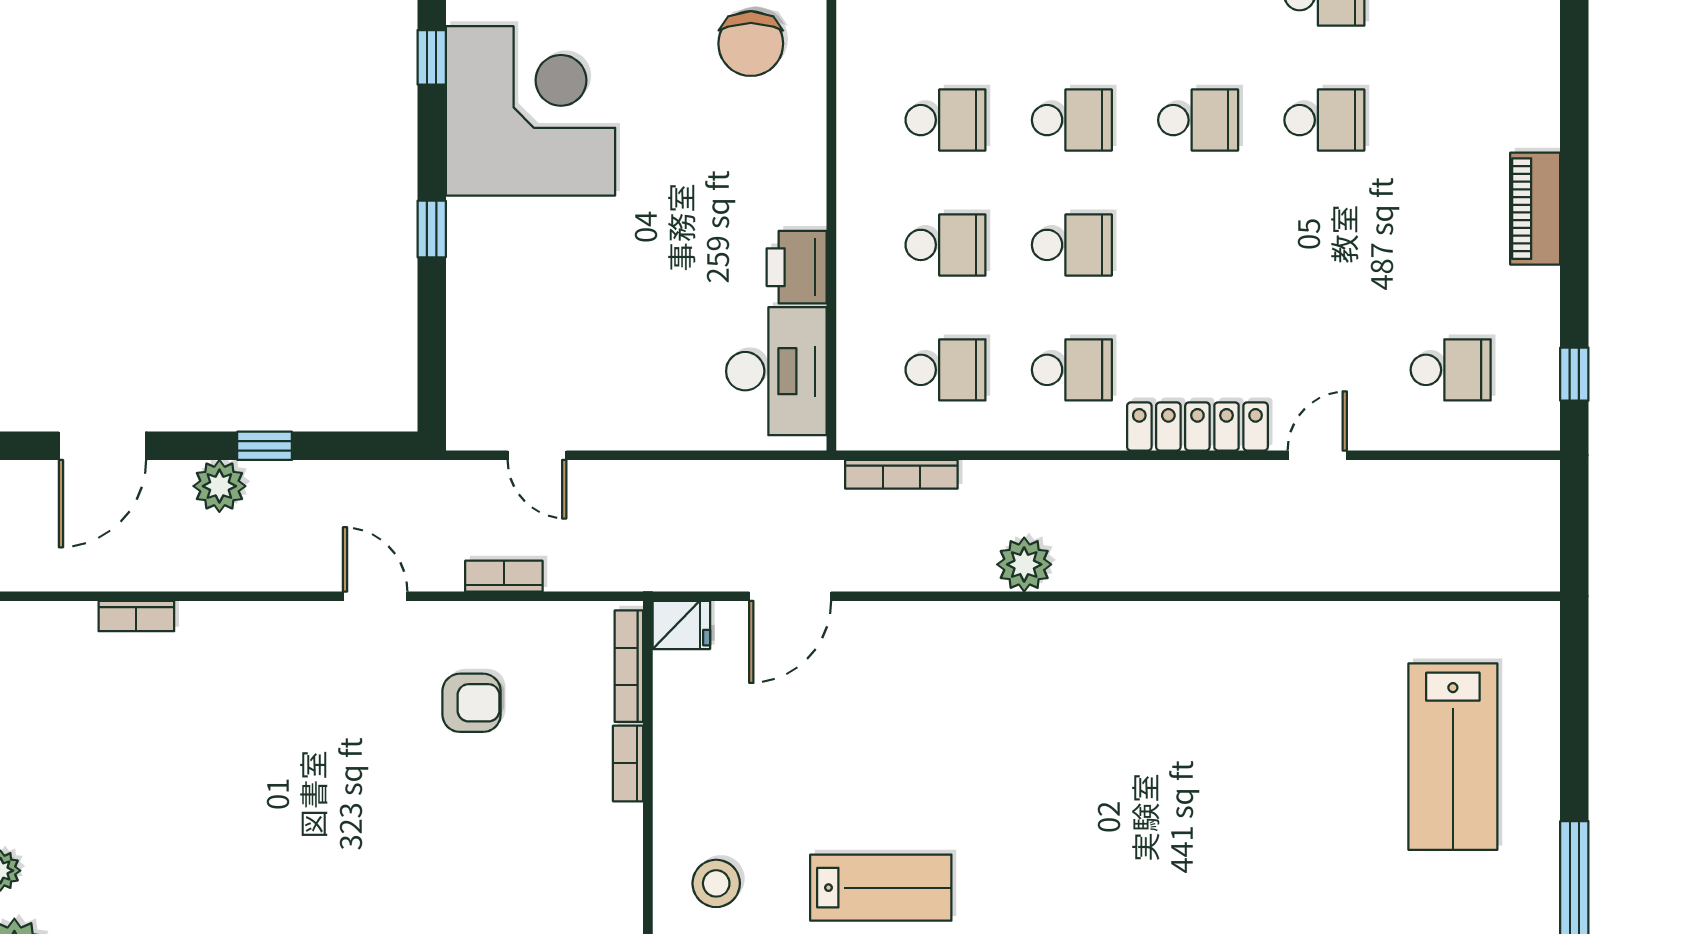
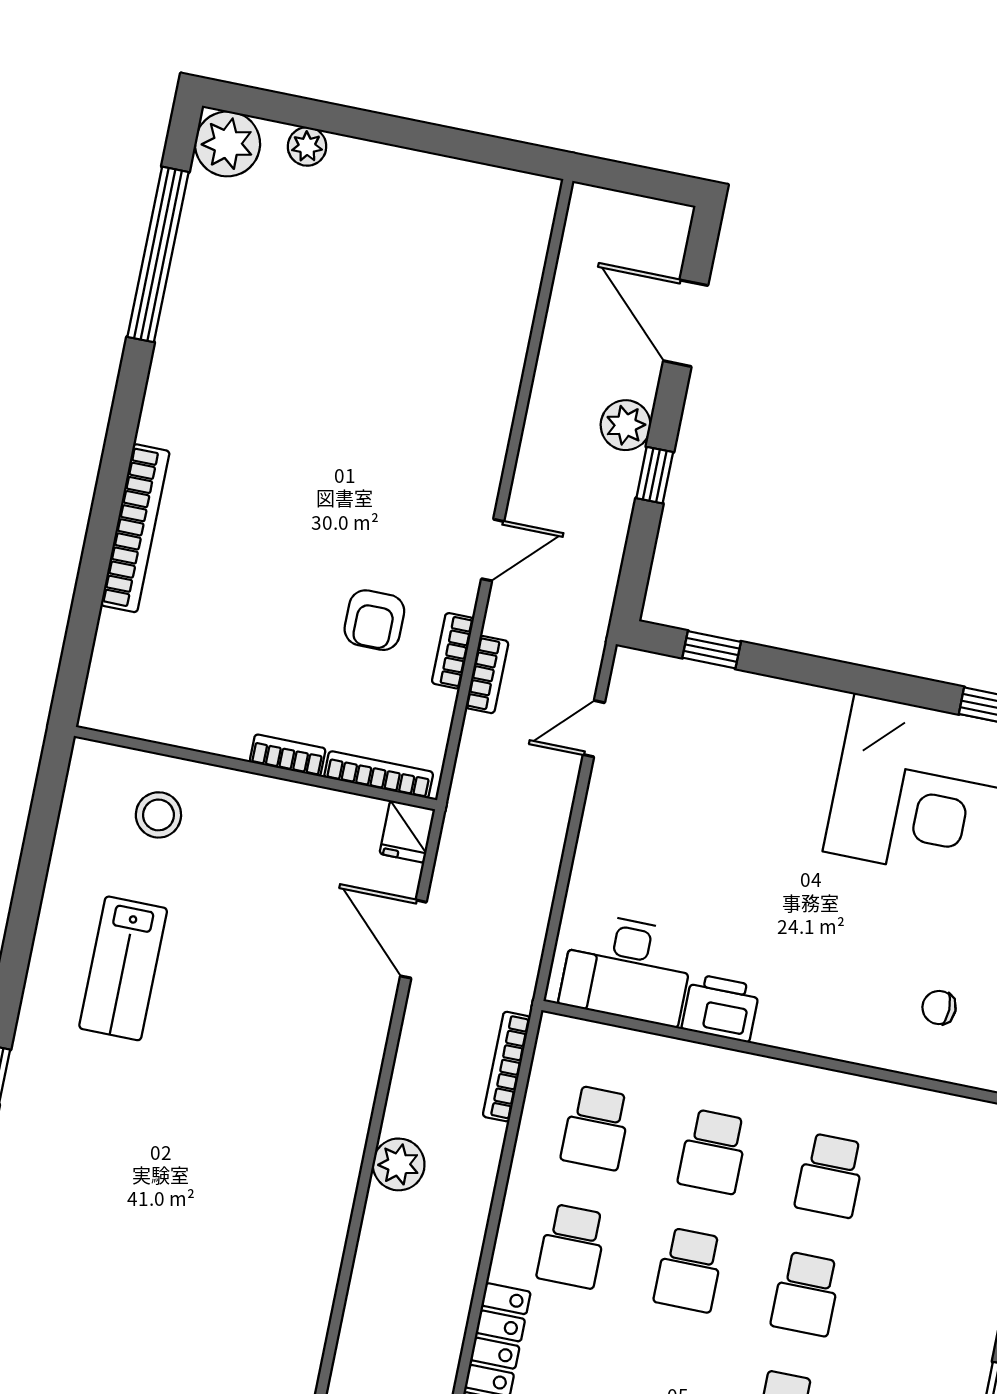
chair: (751, 44) -> (939, 1007), width x0.54, depth x0.54
window: (432, 229) -> (712, 650), moved
bookcase: (136, 616) -> (453, 651), moved

